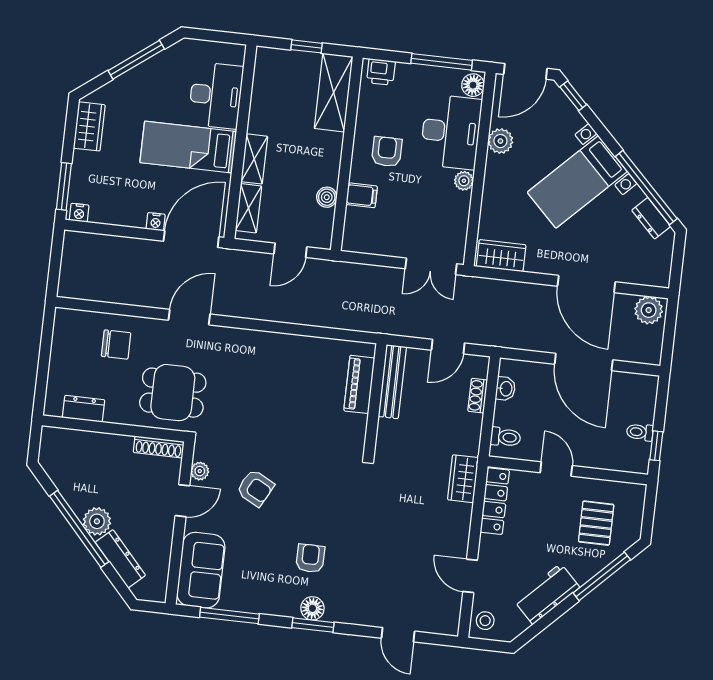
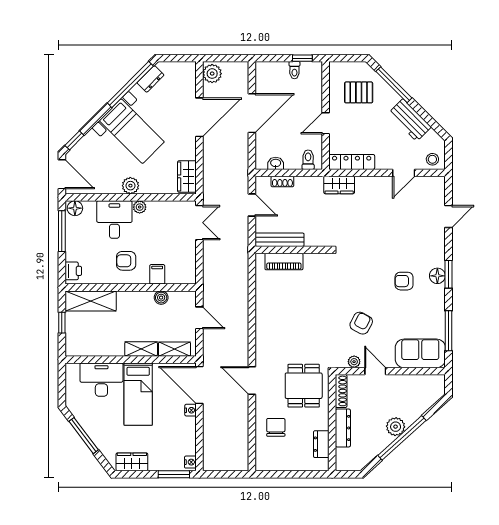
desk: (451, 132) -> (114, 220), width x0.73
plant: (500, 141) -> (130, 186), moved
dresser: (120, 559) -> (343, 428), moved, turned 132

